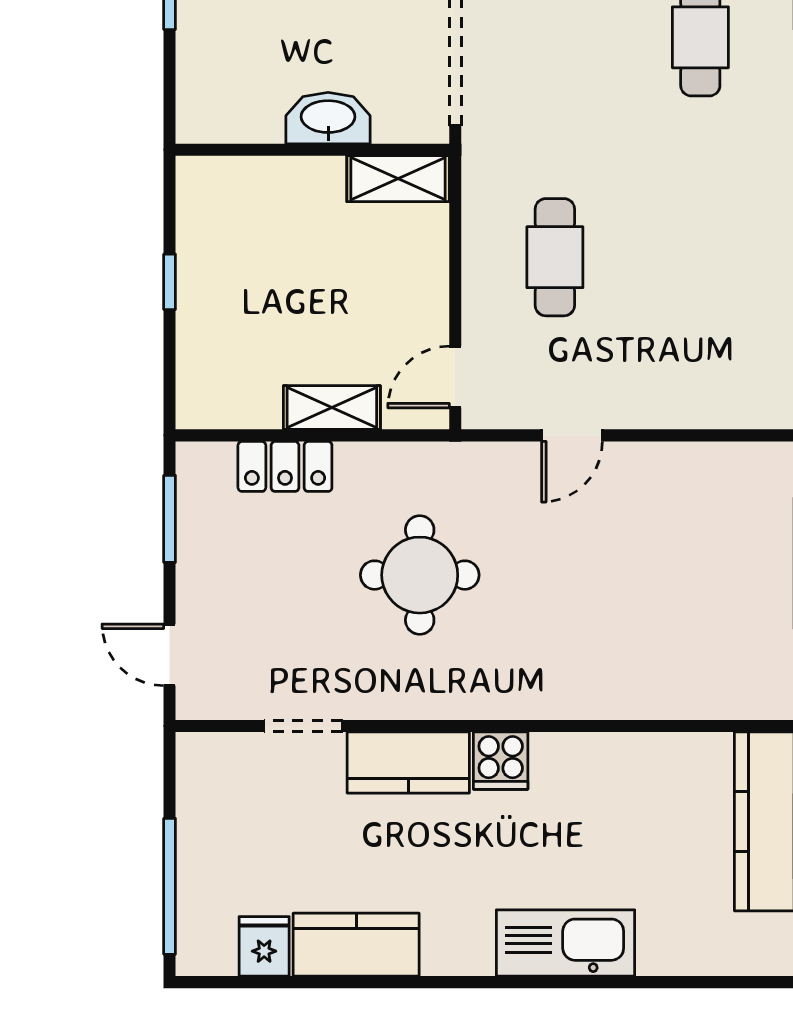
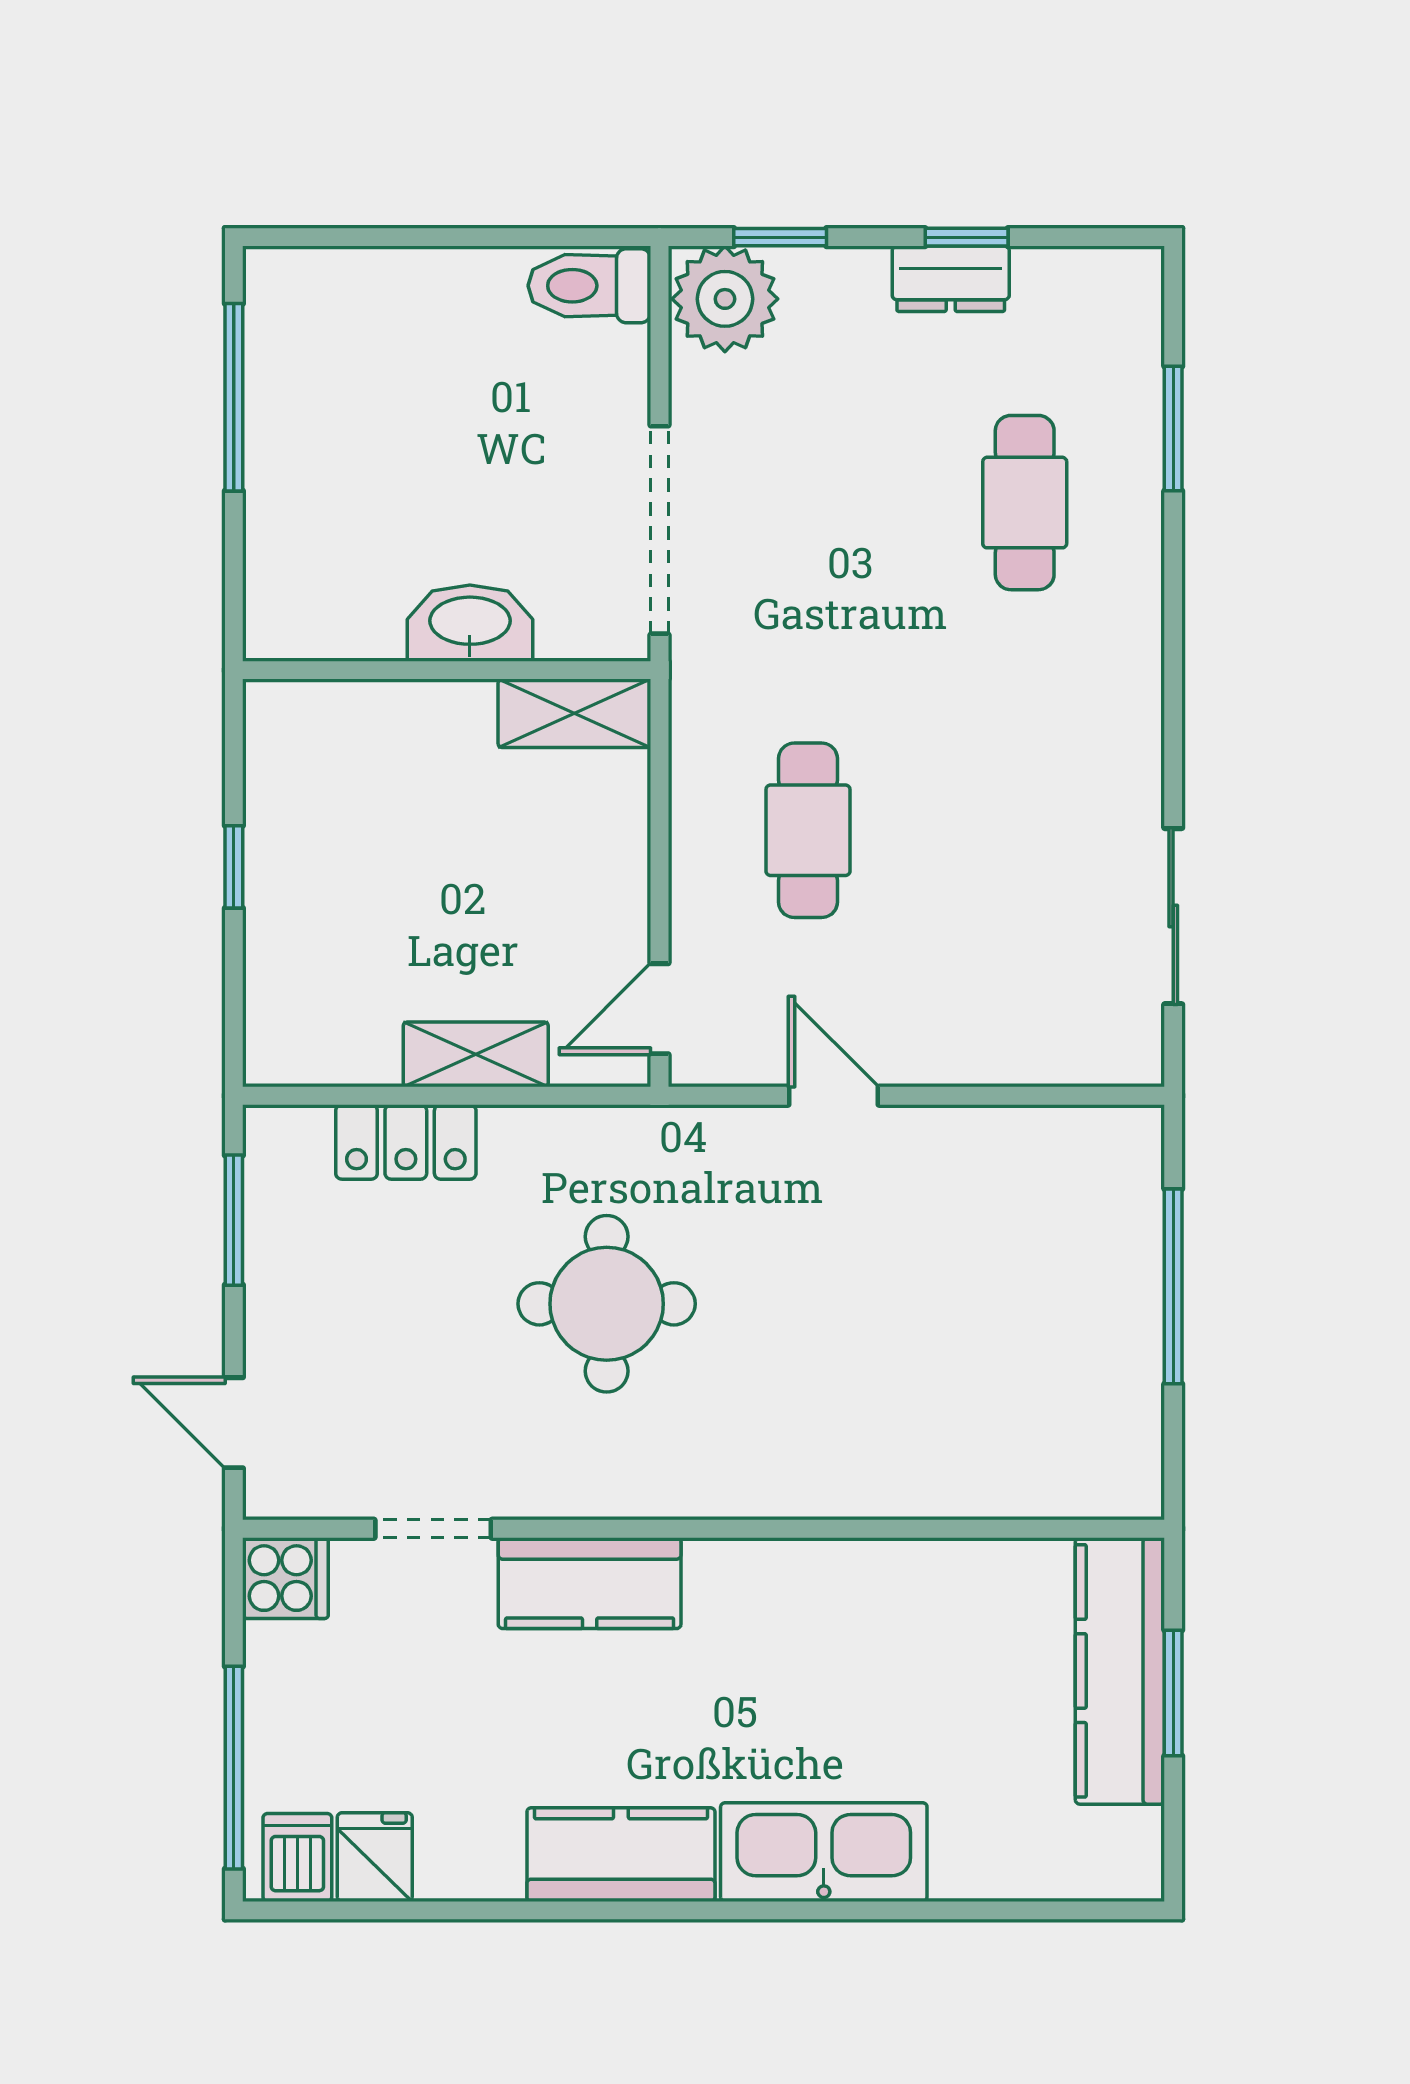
door: (572, 435) -> (833, 1096), swing flipped
cooker: (501, 761) -> (285, 1578), moved, turned -90
kitchen counter: (356, 945) -> (621, 1855), moved
dishwasher: (212, 947) -> (297, 1857), added

